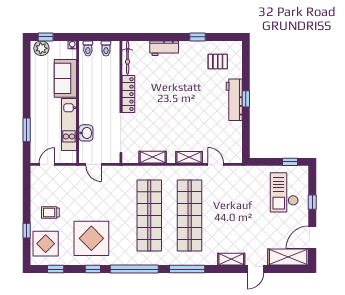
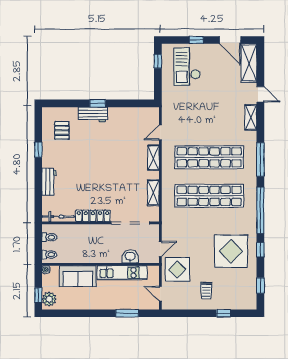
workbench: (234, 100) -> (93, 115), width x0.73
checkout: (284, 192) -> (187, 67), turned 90
display table: (46, 244) -> (177, 269), moved

